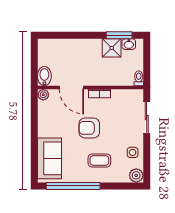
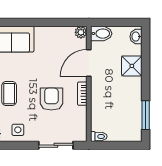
washbasin: (129, 44) -> (136, 37), moved
shower: (112, 48) -> (132, 66), moved
armchair: (89, 128) -> (51, 99), moved

